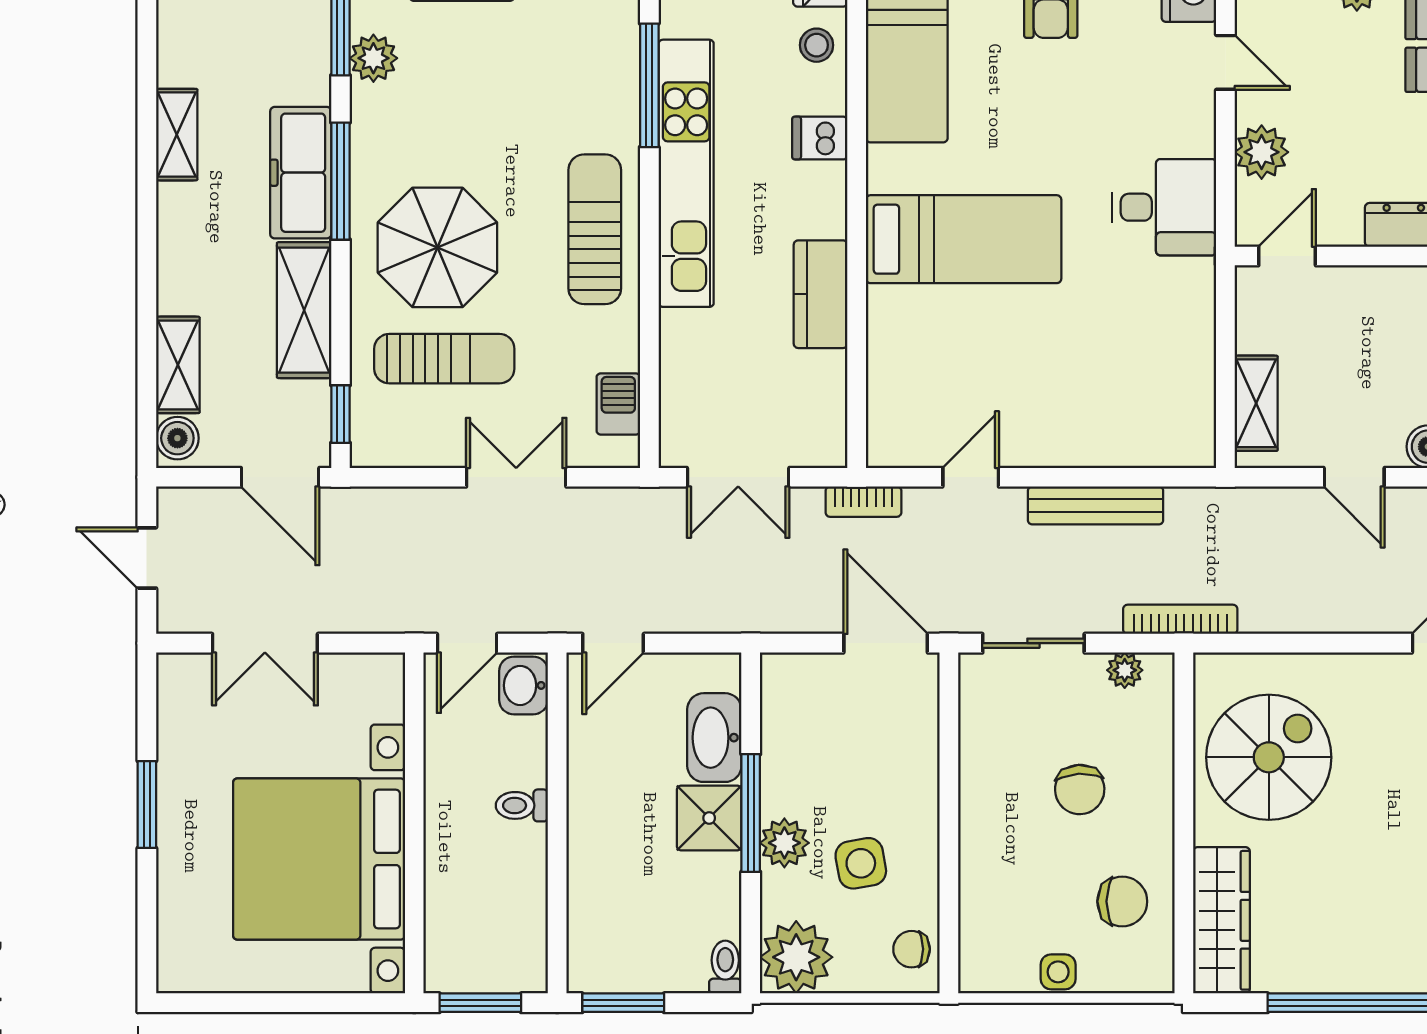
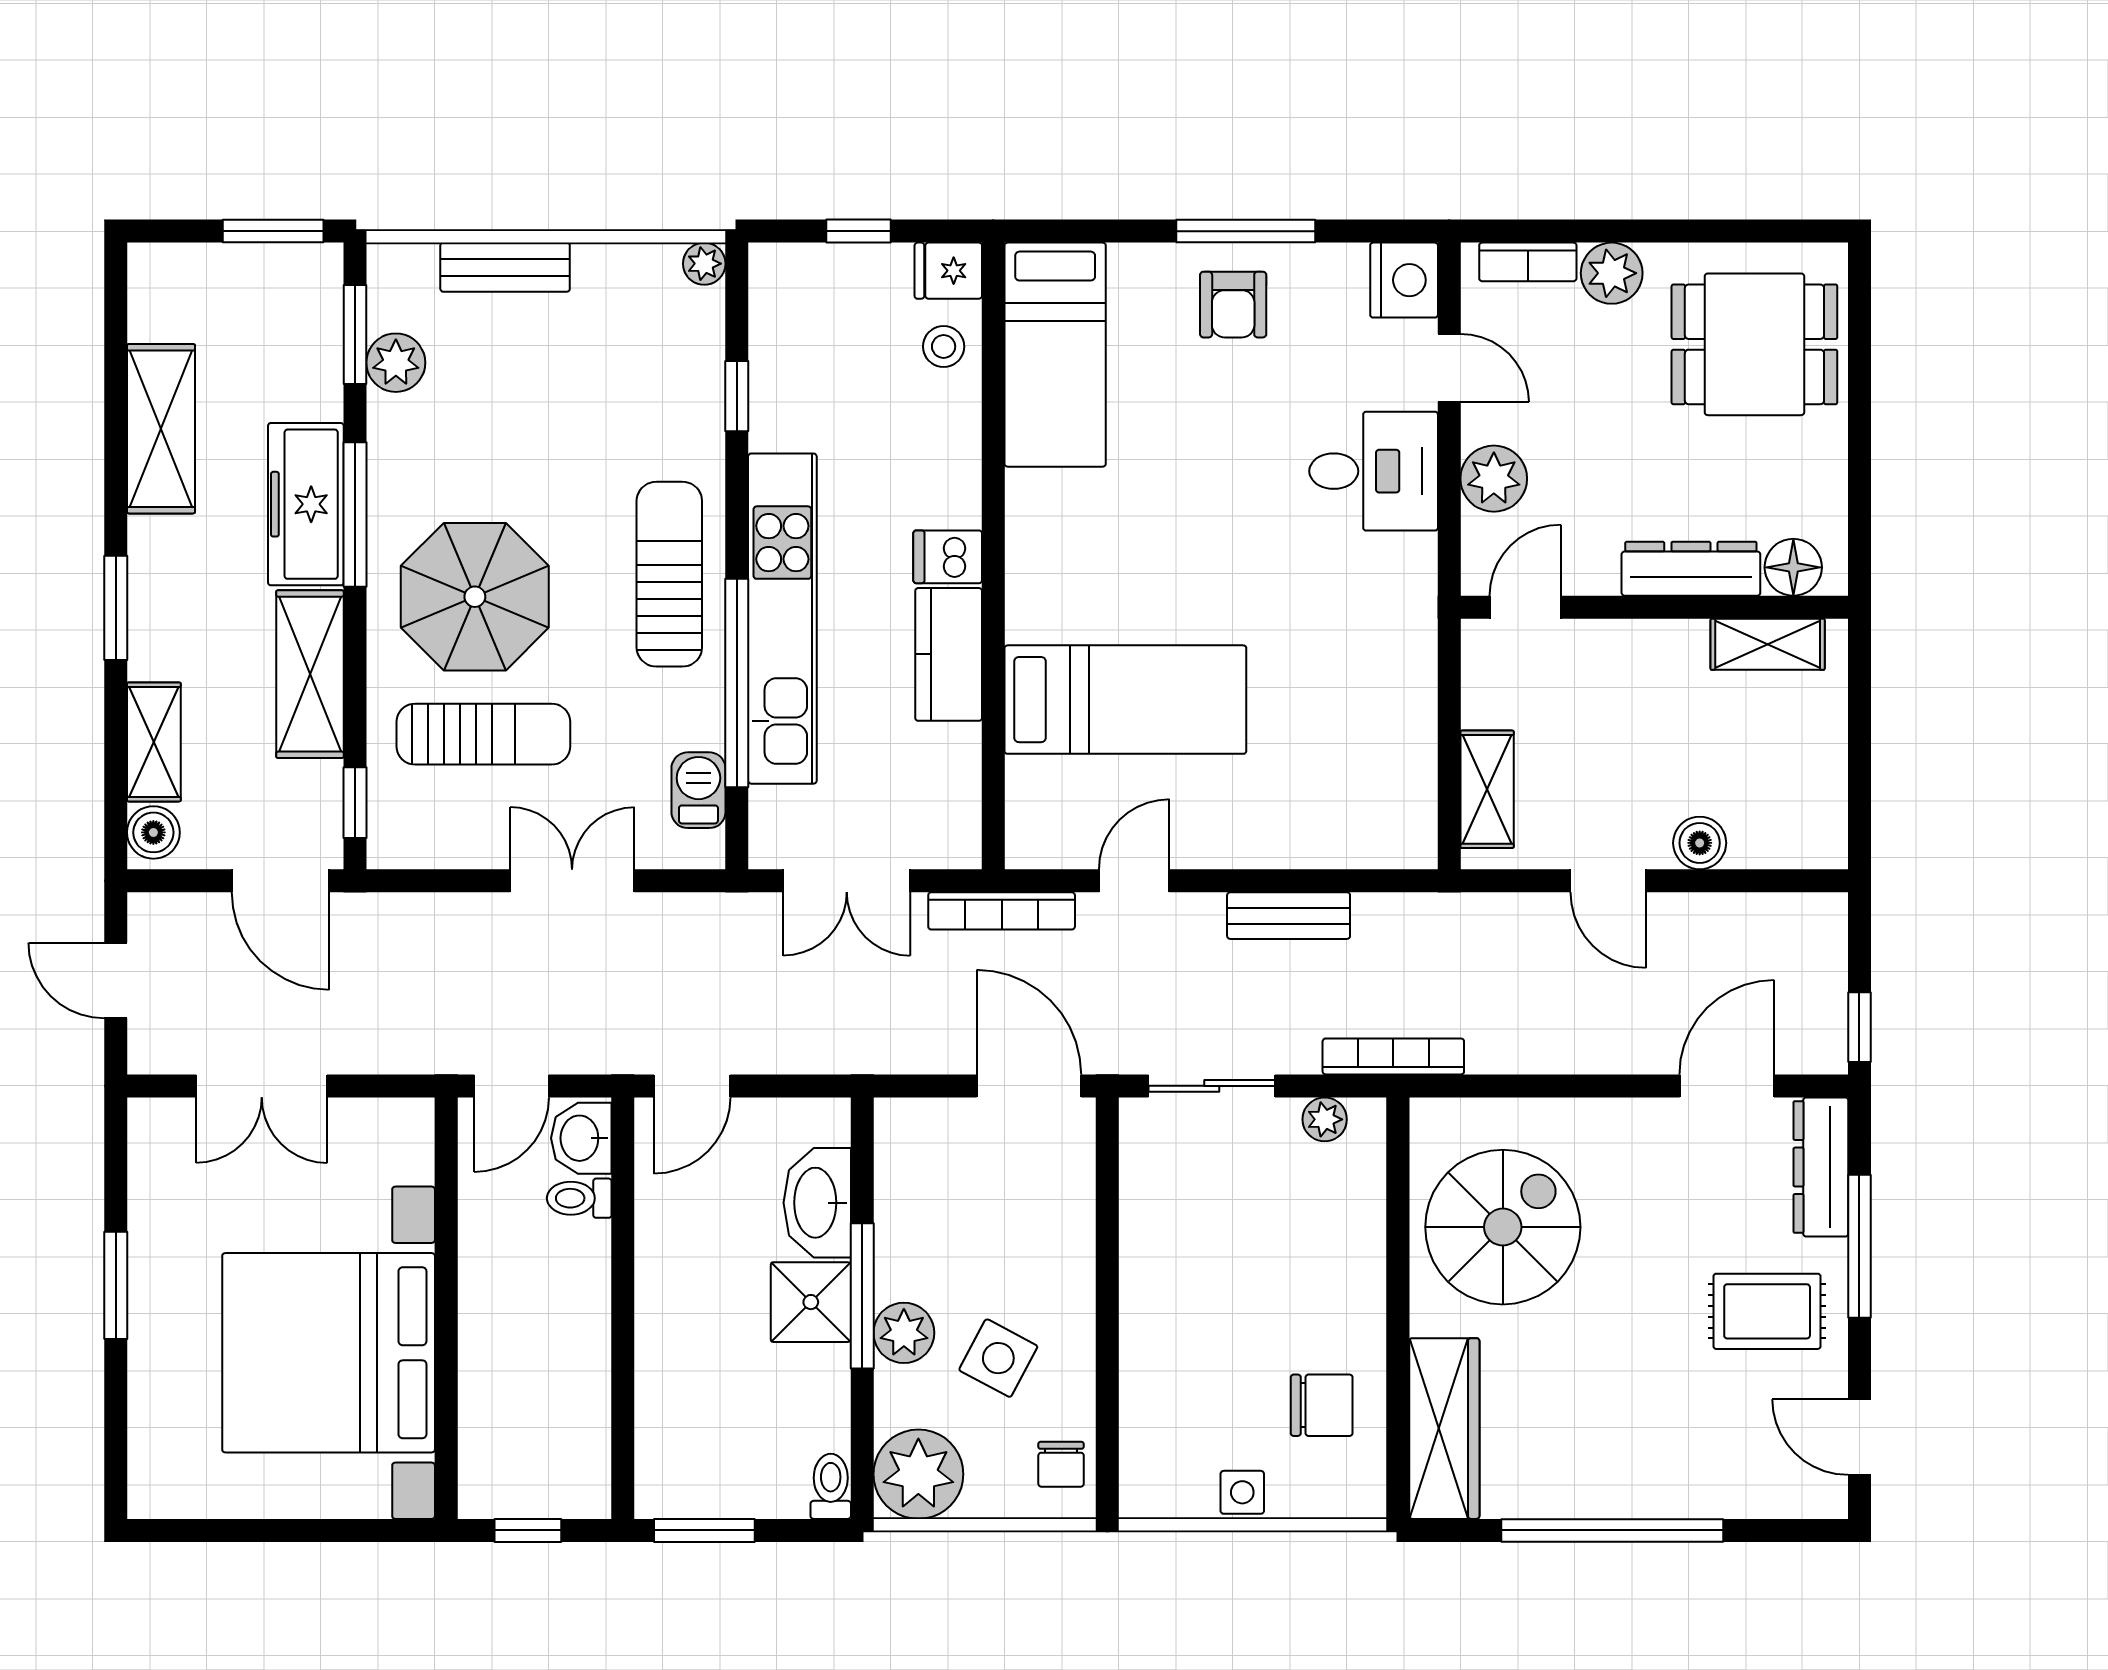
window: (649, 85) -> (737, 396), width x0.46
shelving: (177, 135) -> (161, 429), width x1.50, depth x1.33
dishwasher: (820, 138) -> (948, 557), moved
kitchen unit: (686, 173) -> (782, 619), moved
desk: (1164, 207) -> (1374, 471), moved
bed: (964, 239) -> (1125, 700), moved
window: (147, 257) -> (116, 608), added
window: (649, 317) -> (737, 683), added
bookcase: (863, 502) -> (1002, 911), width x1.56
bench: (1096, 505) -> (1289, 916), width x0.73
chair: (1080, 789) -> (1269, 1267), removed
toilet: (522, 805) -> (579, 1198), moved
side table: (861, 863) -> (998, 1358), turned 38
chair: (912, 949) -> (1061, 1464), turned -90
window: (480, 1003) -> (528, 1530), width x0.67

